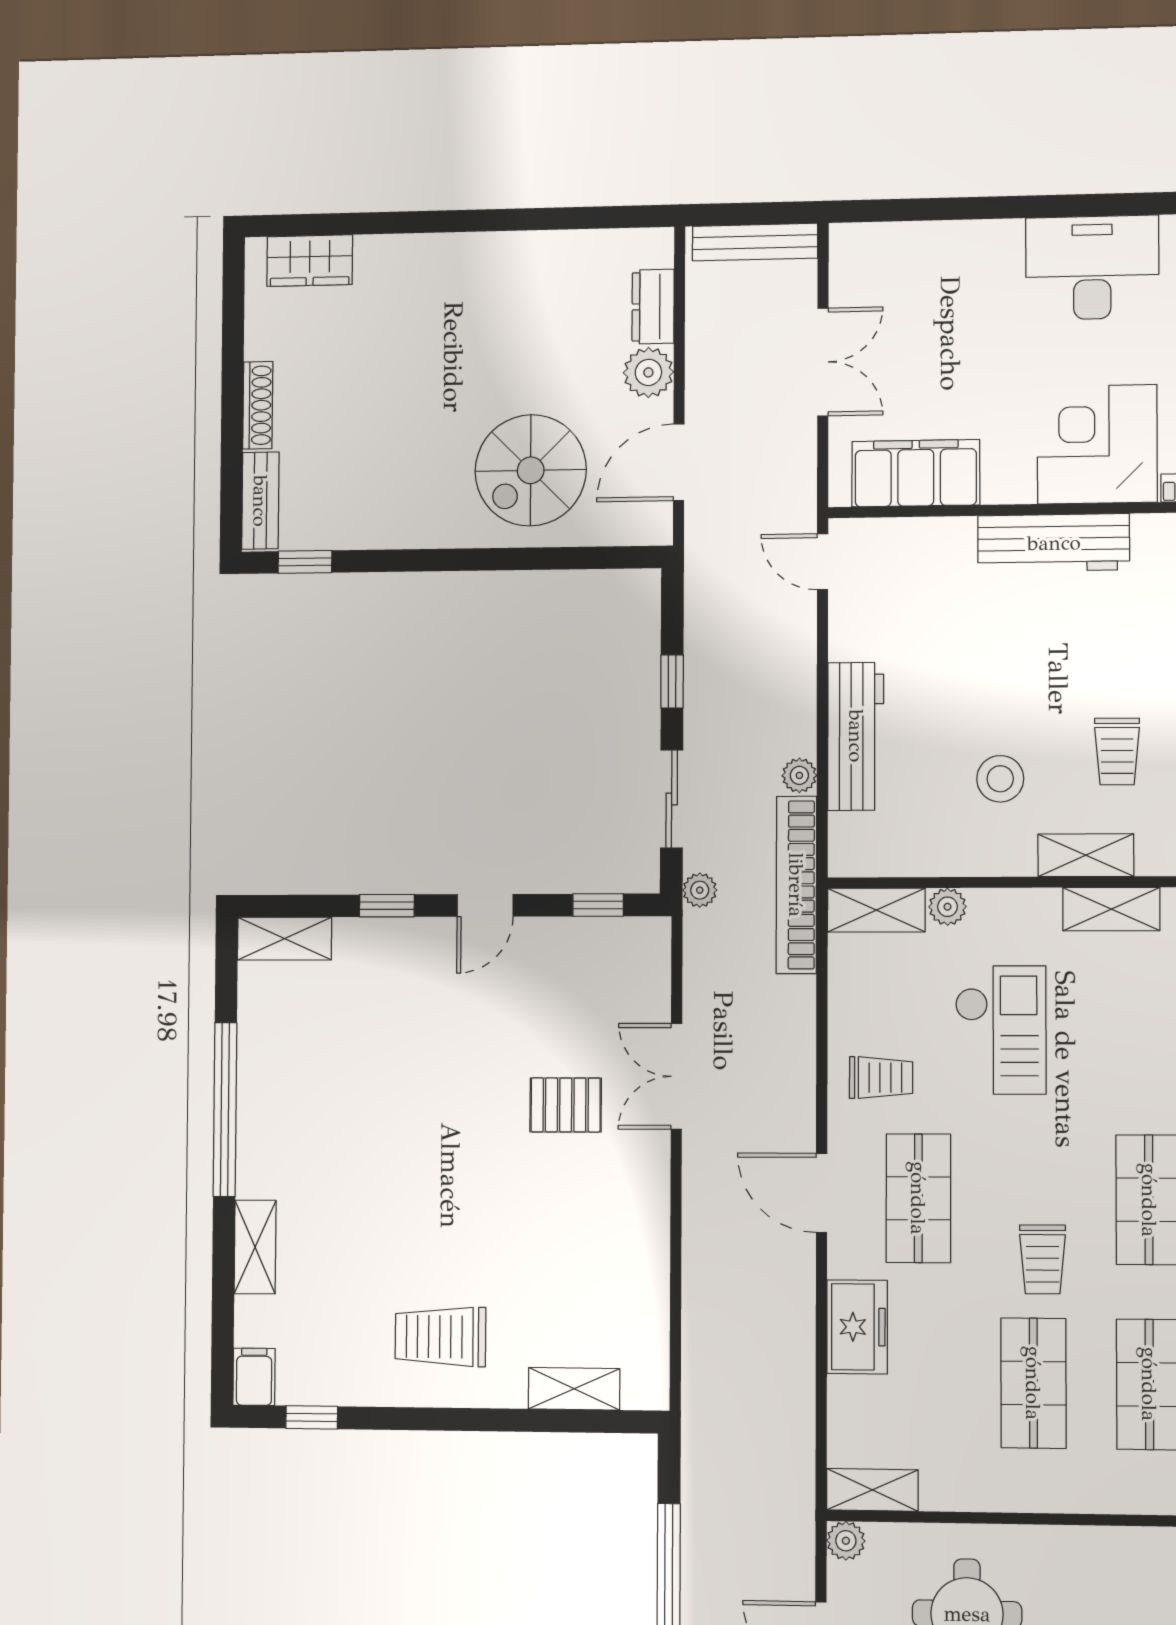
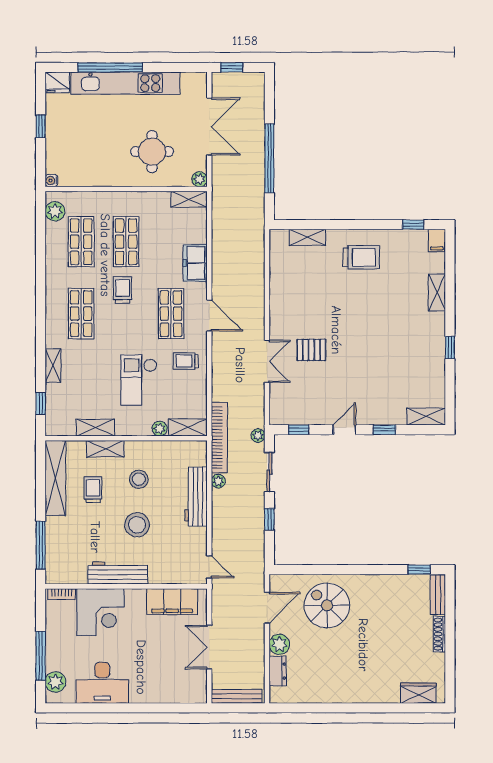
spiral stairs: (531, 470) -> (327, 605), turned -90
stool: (1005, 664) -> (137, 525), added
window: (225, 1109) -> (450, 348), width x0.32

